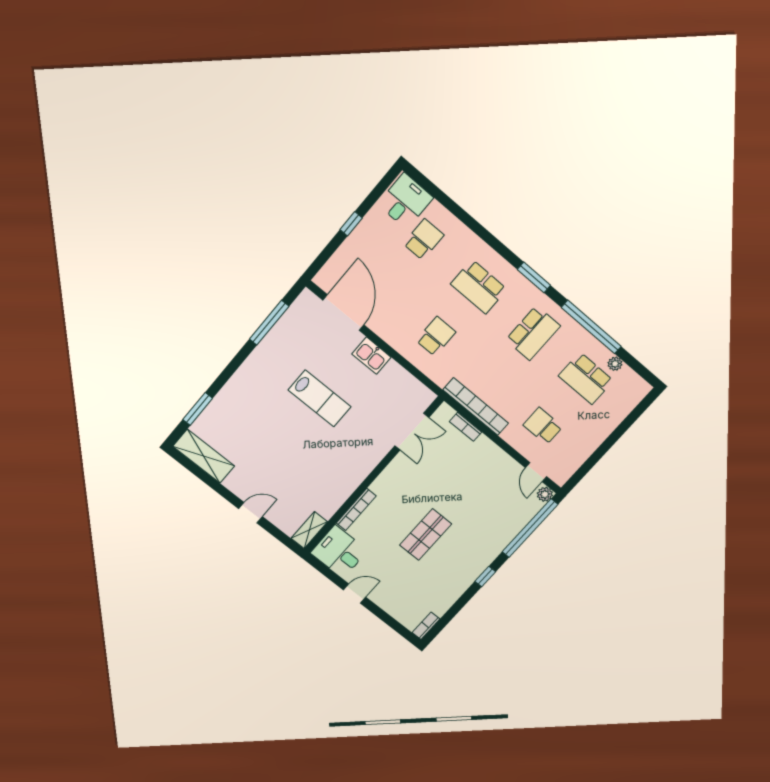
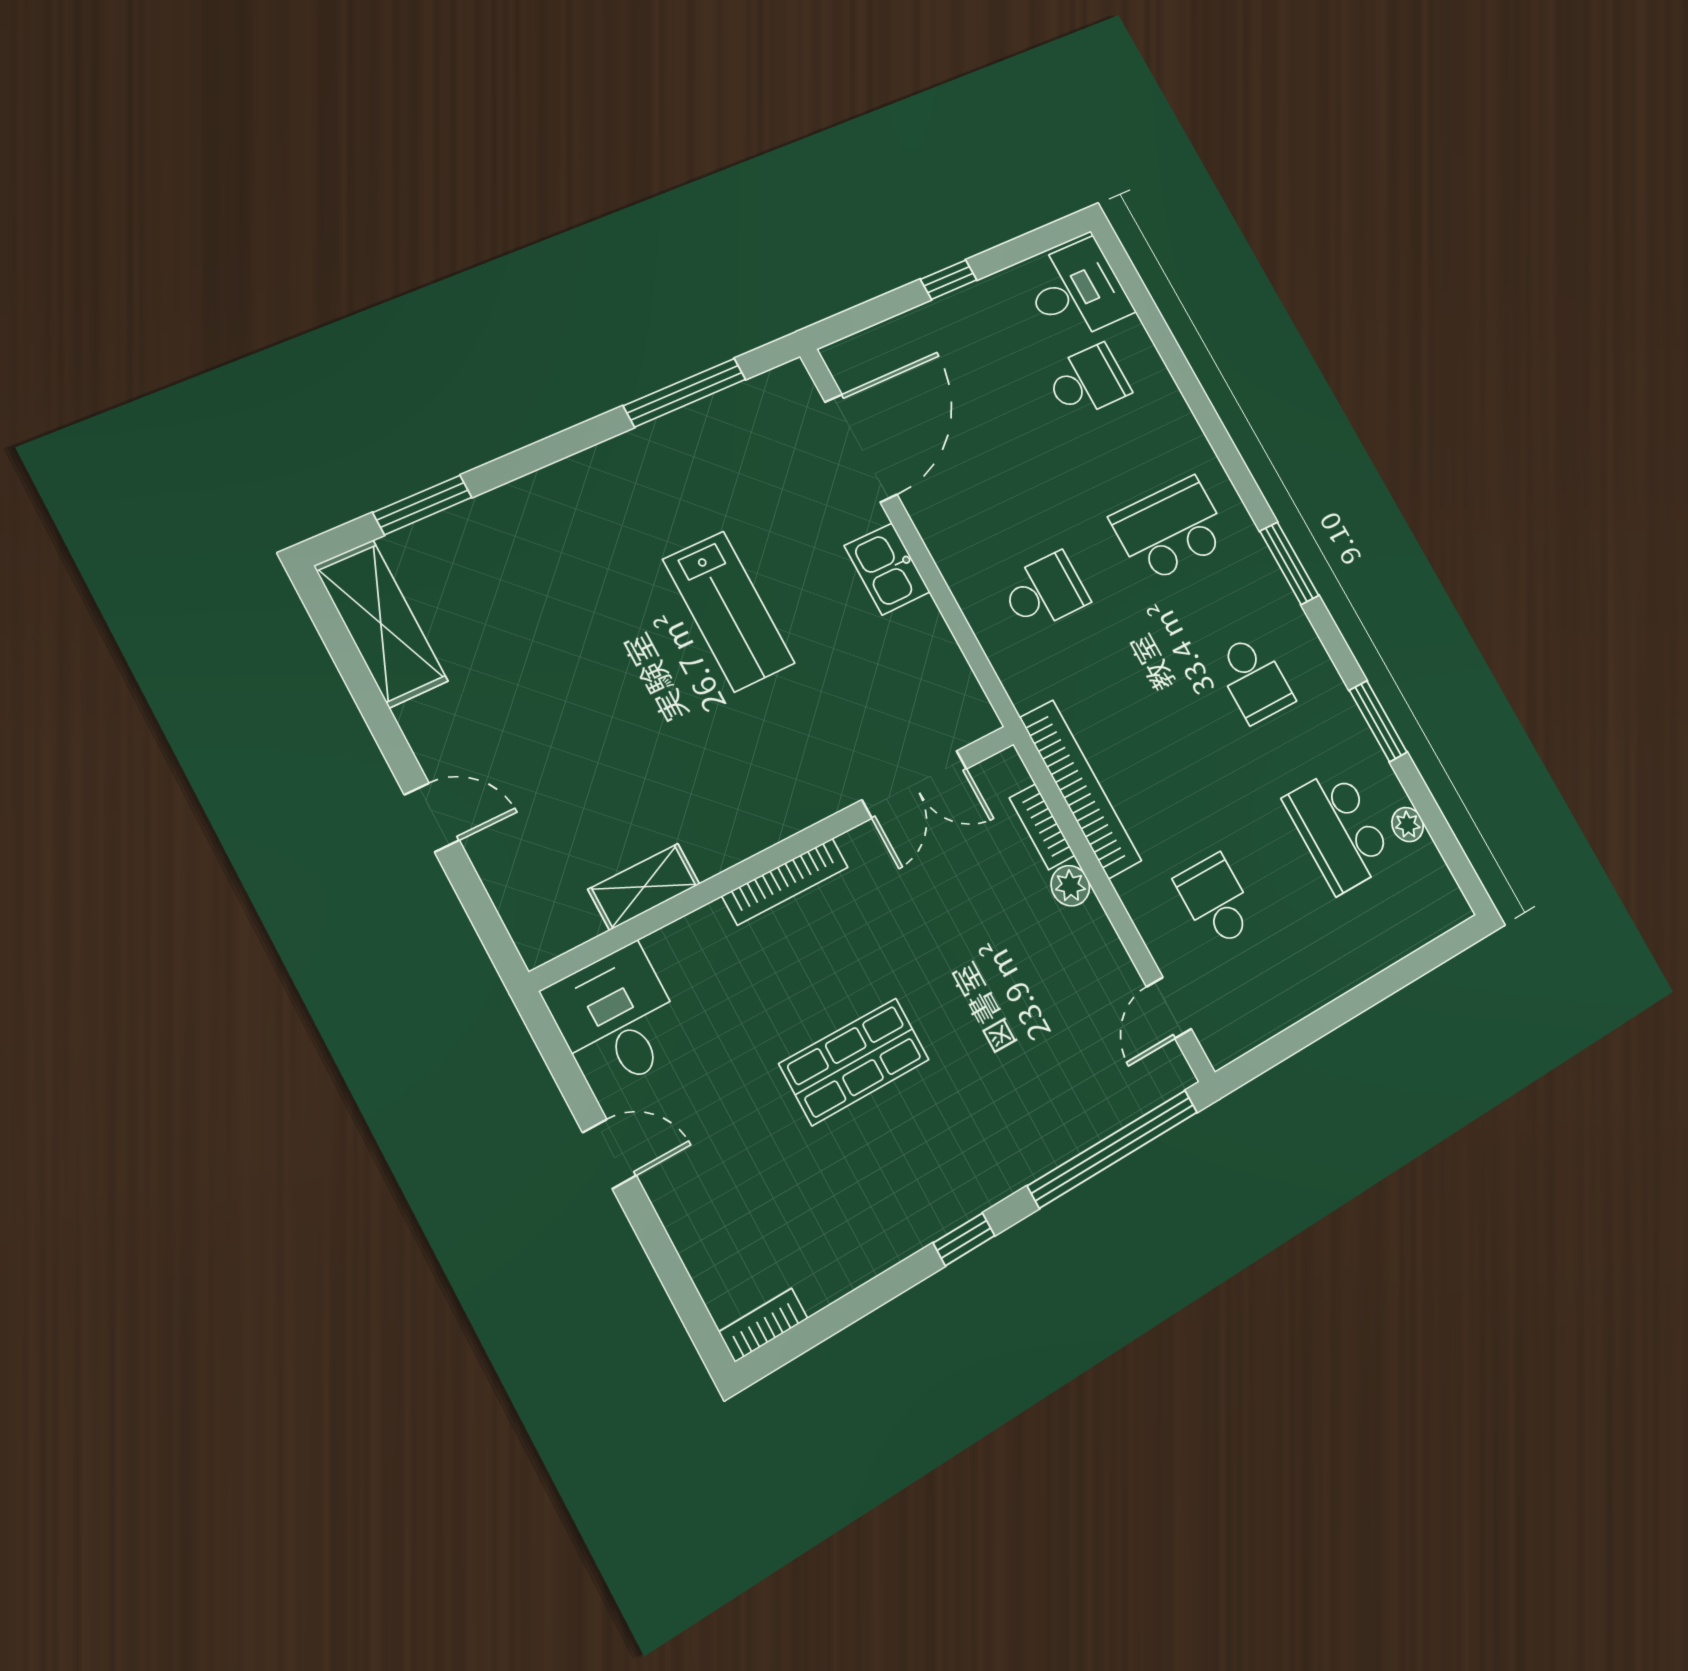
school desk: (479, 287) -> (1170, 529), turned 90
window: (591, 327) -> (1378, 721), width x0.47
school desk: (533, 333) -> (1254, 679), width x0.54
plant: (545, 494) -> (1070, 886), moved
bookcase: (356, 509) -> (785, 881), moved
shelving: (309, 530) -> (644, 887), moved

